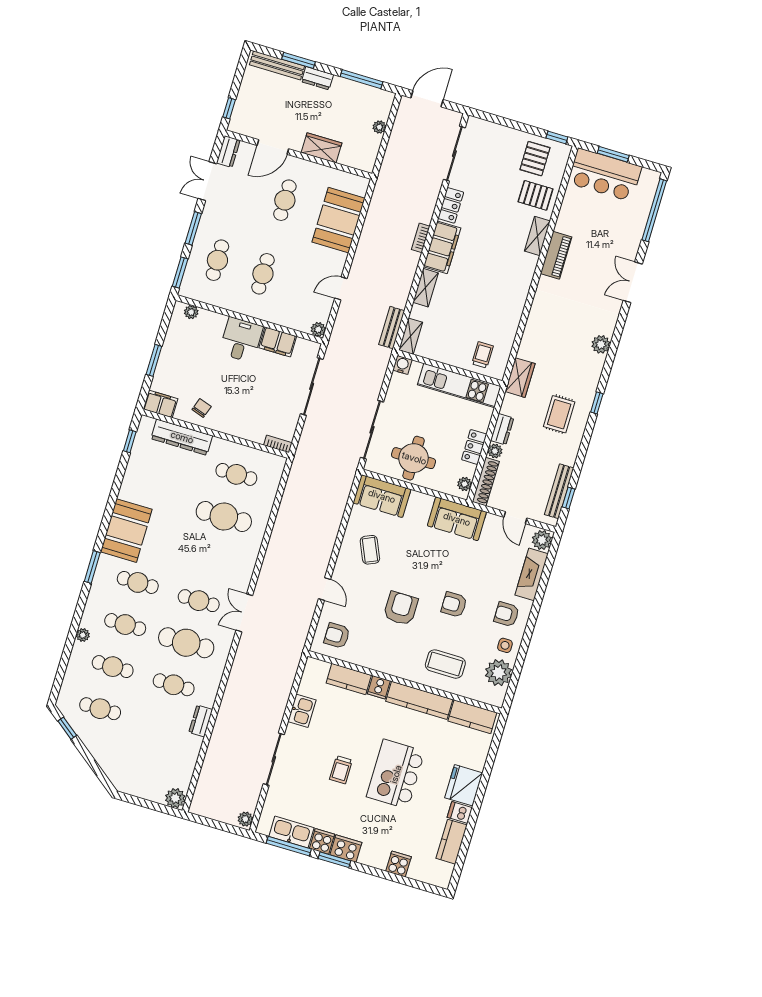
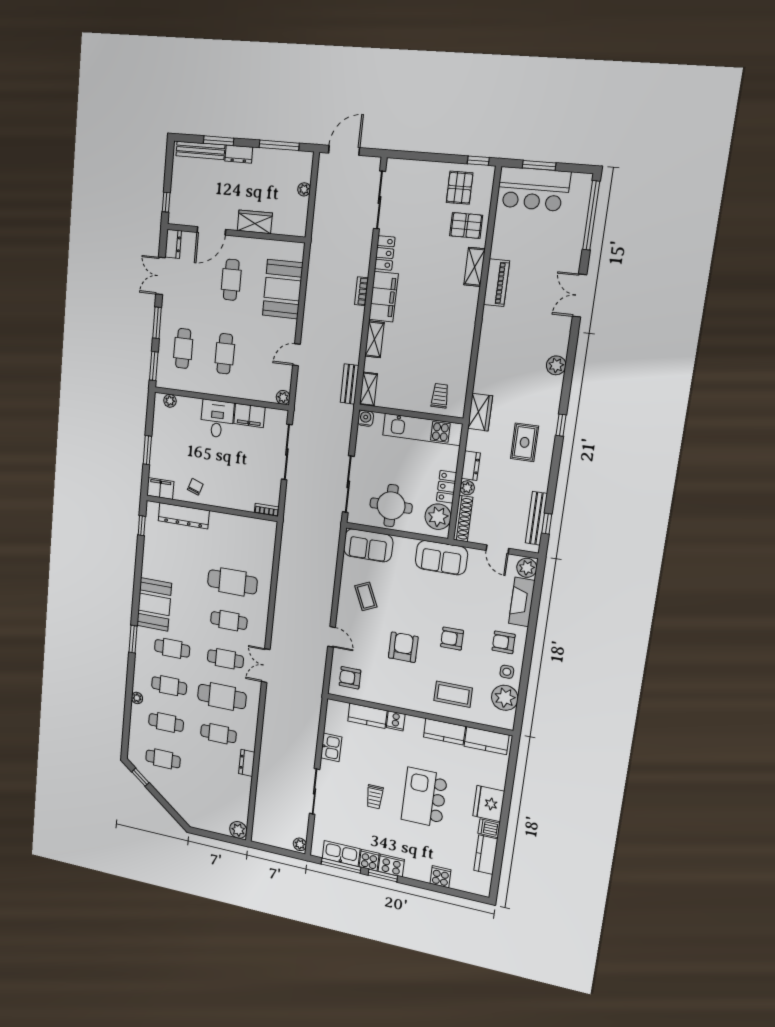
cafe table: (236, 474) -> (229, 621), moved
plant: (465, 484) -> (438, 517), width x1.88, depth x1.88
kitchen counter: (419, 700) -> (444, 732), width x0.67

